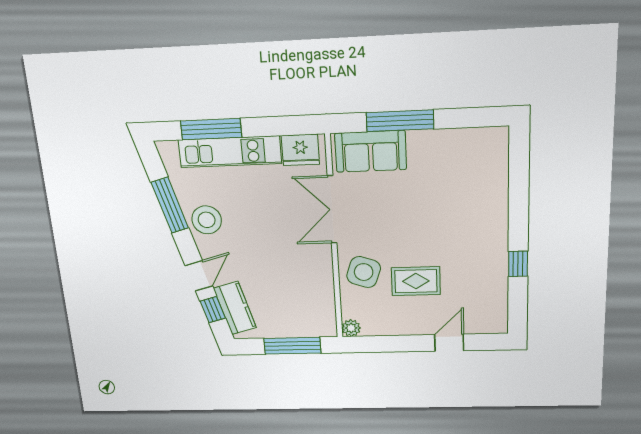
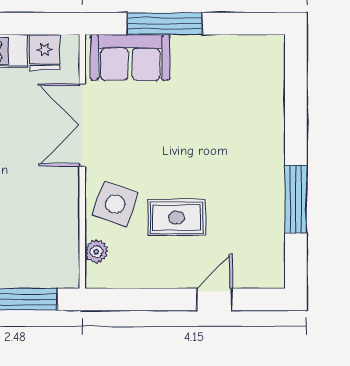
fridge: (300, 150) -> (44, 52), width x0.72
window: (518, 264) -> (296, 199), width x2.17
plant: (351, 328) -> (96, 251), moved

